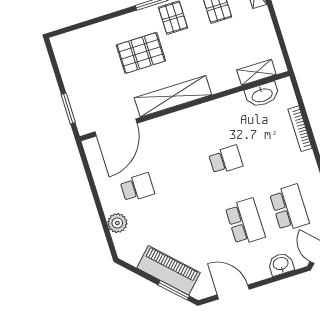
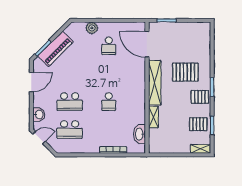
pallet: (141, 53) -> (185, 72), turned 90
shelving: (256, 72) -> (153, 117), moved

